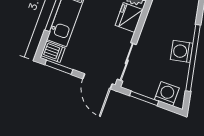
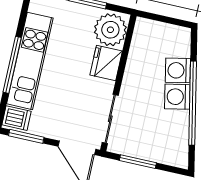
washing machine: (167, 94) -> (178, 70), moved, turned -102

